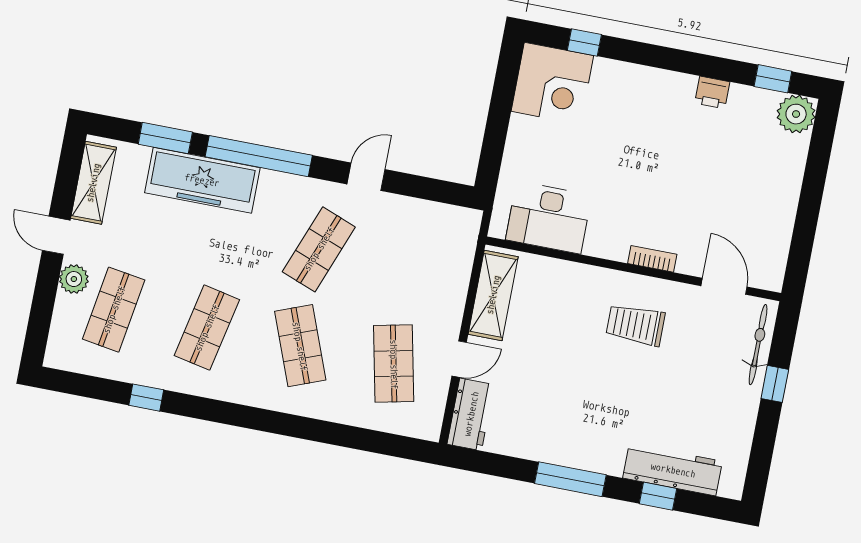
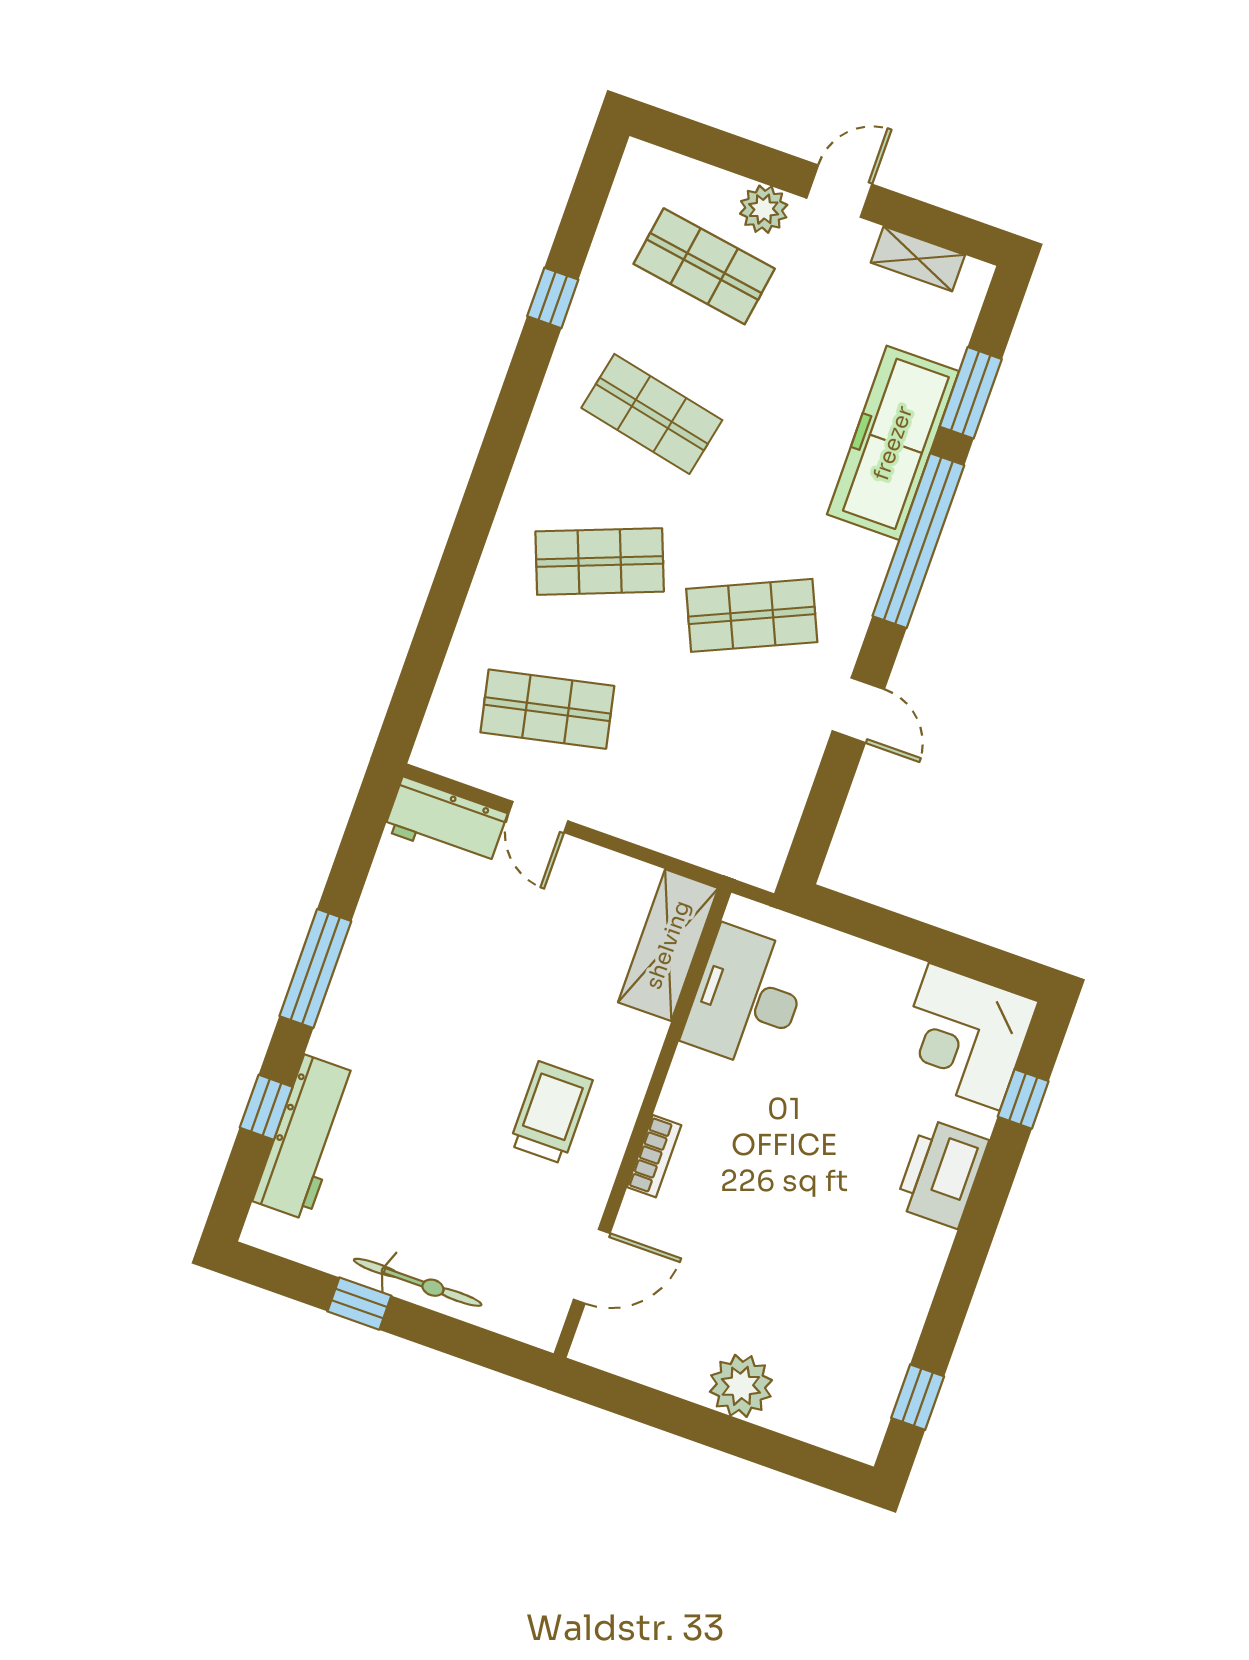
printer: (712, 92) -> (942, 1173), moved, width x1.87, depth x1.48
plant: (796, 114) -> (741, 1386), moved
shelving: (93, 183) -> (918, 259), width x0.67, depth x0.75
shop shelf: (319, 249) -> (752, 615), turned -45
shelving: (493, 295) -> (668, 945), moved, turned 90
bicycle: (758, 345) -> (418, 1282), moved
window: (775, 384) -> (359, 1304), moved

